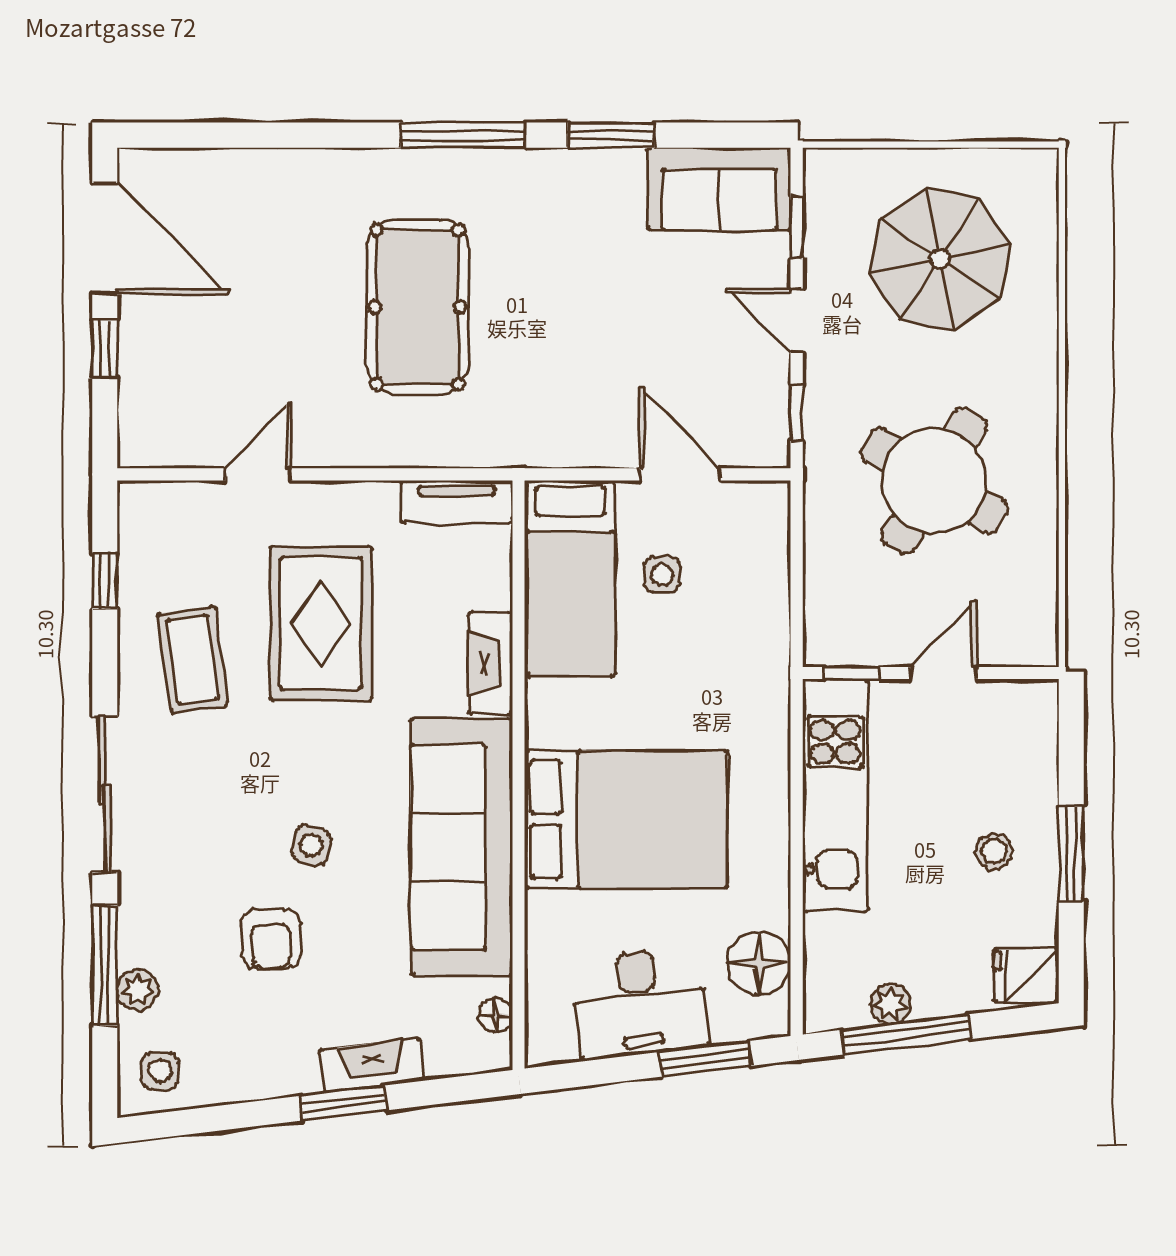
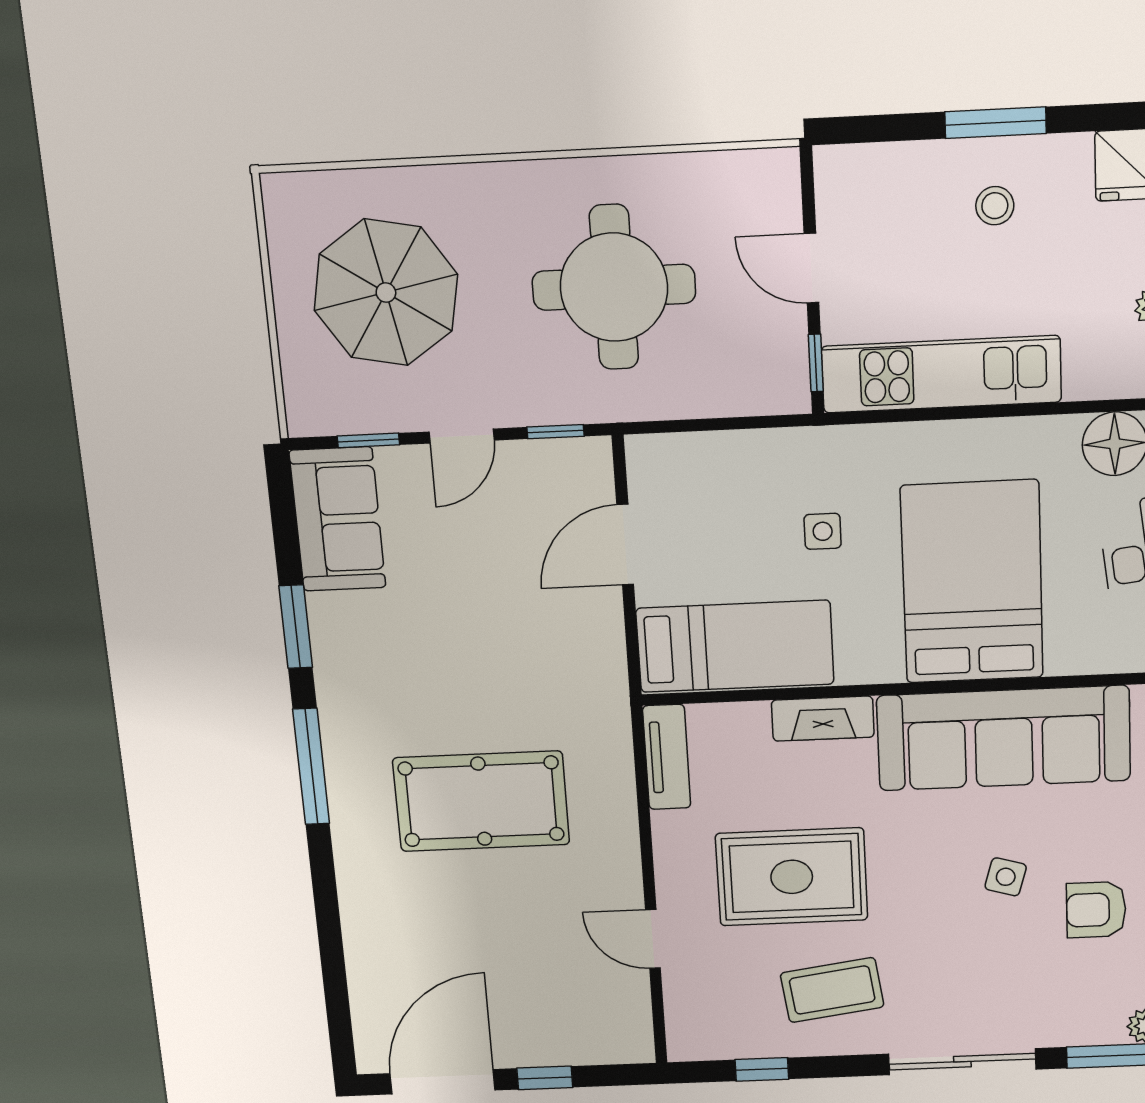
round table: (934, 481) -> (614, 287), turned -31
side table: (662, 575) -> (823, 531), moved
armchair: (271, 939) -> (1096, 910), turned 180

